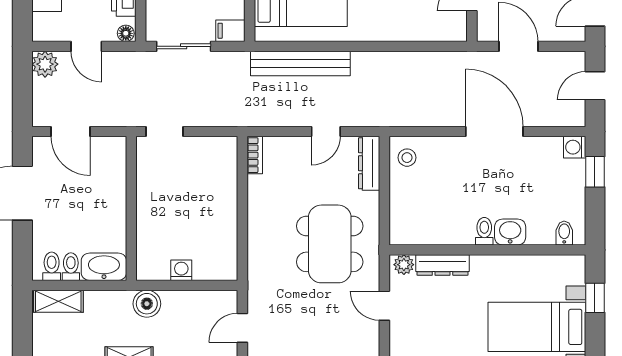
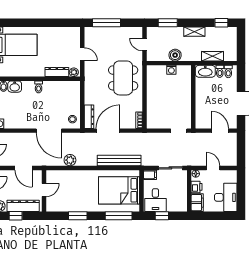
plant: (45, 64) -> (70, 160), moved
door: (326, 131) -> (108, 131), width x1.87
door: (494, 131) -> (49, 131), moved
washbasin: (510, 232) -> (15, 87), moved
dining table: (330, 244) -> (123, 78), moved
shelving: (58, 301) -> (213, 56), moved
boiler: (147, 304) -> (175, 55), moved
door: (242, 328) -> (145, 45), swing flipped

